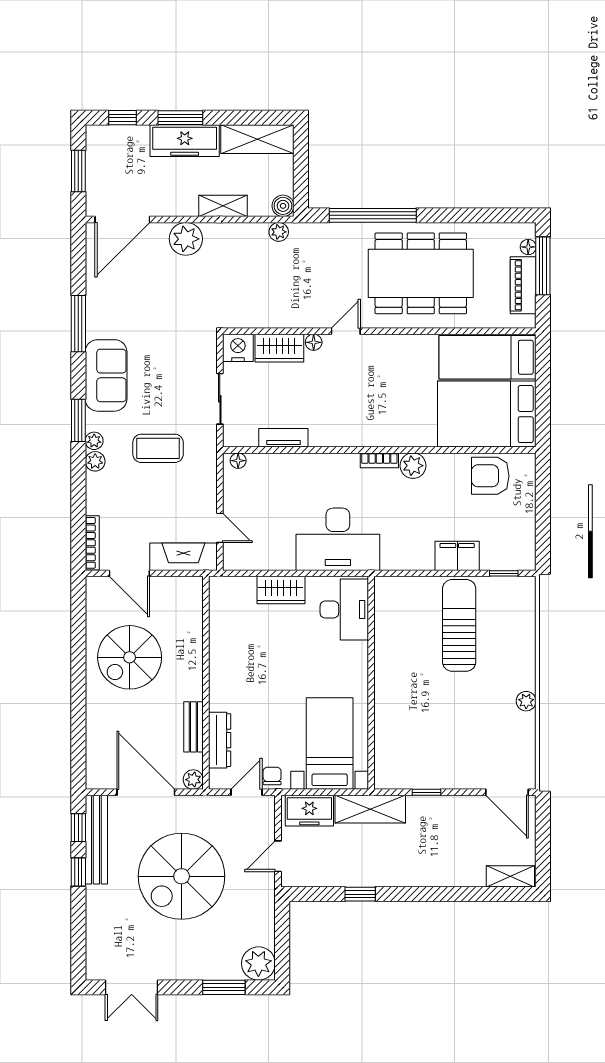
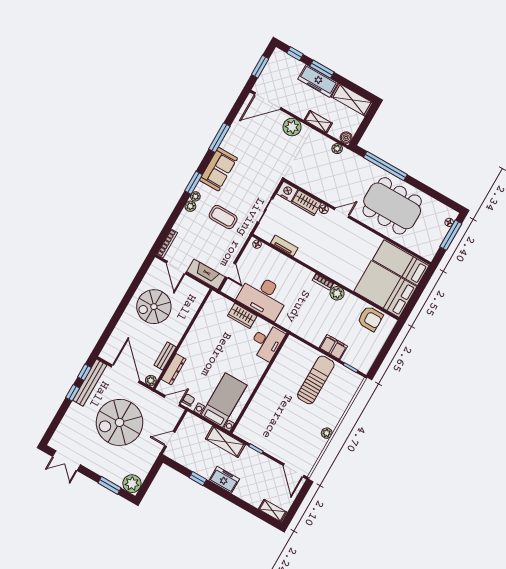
piano: (523, 285) -> (437, 239), removed
armchair: (490, 476) -> (370, 319), turned 180
desk: (338, 539) -> (263, 296), moved
freezer: (309, 811) -> (224, 480), moved, turned 180

